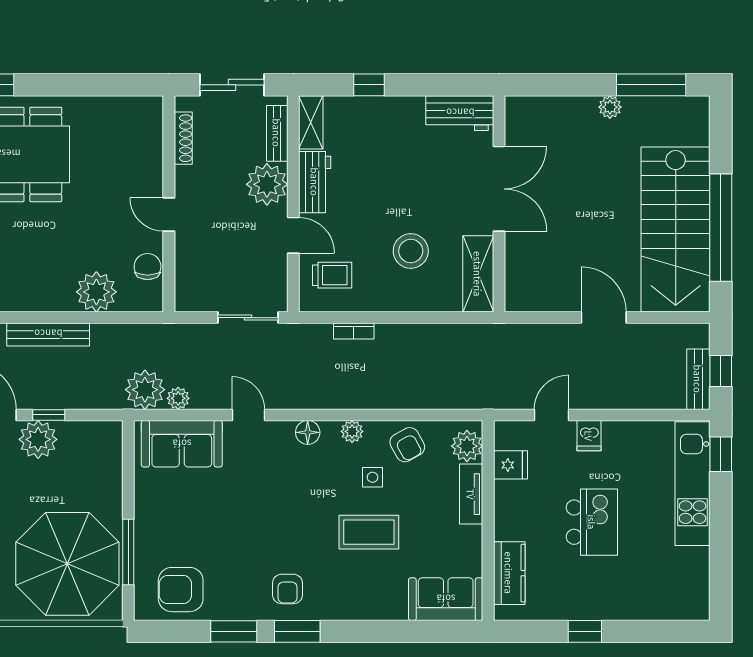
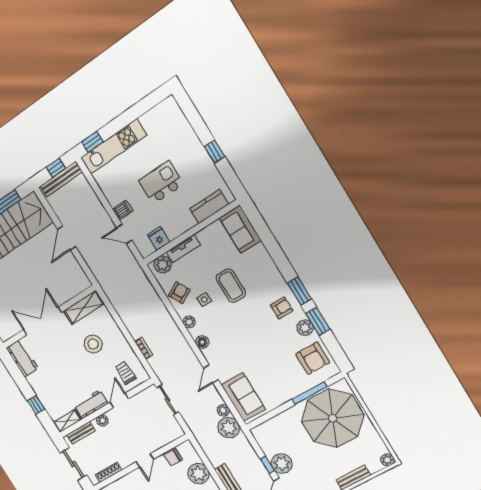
plant: (267, 184) -> (102, 420), width x0.53, depth x0.53
bench: (698, 379) -> (61, 179), width x1.36
plant: (235, 606) -> (305, 328), added

